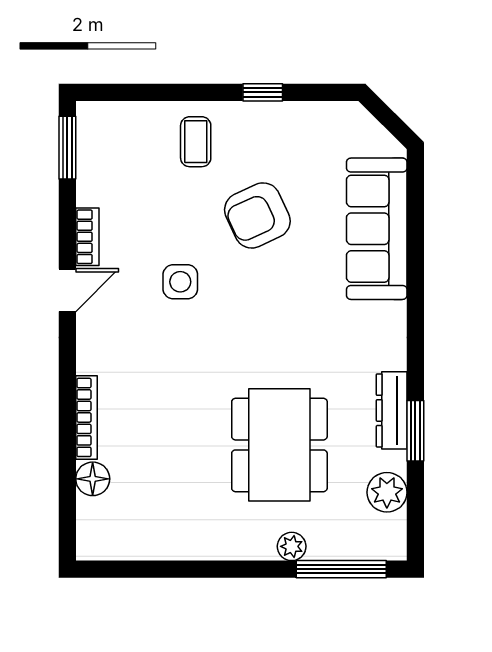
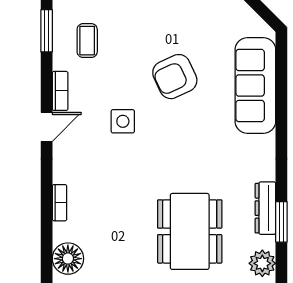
coffee table: (196, 142) -> (87, 41), moved
bookcase: (87, 417) -> (60, 203), width x0.64
floor lamp: (93, 479) -> (68, 259), width x1.38, depth x1.38

